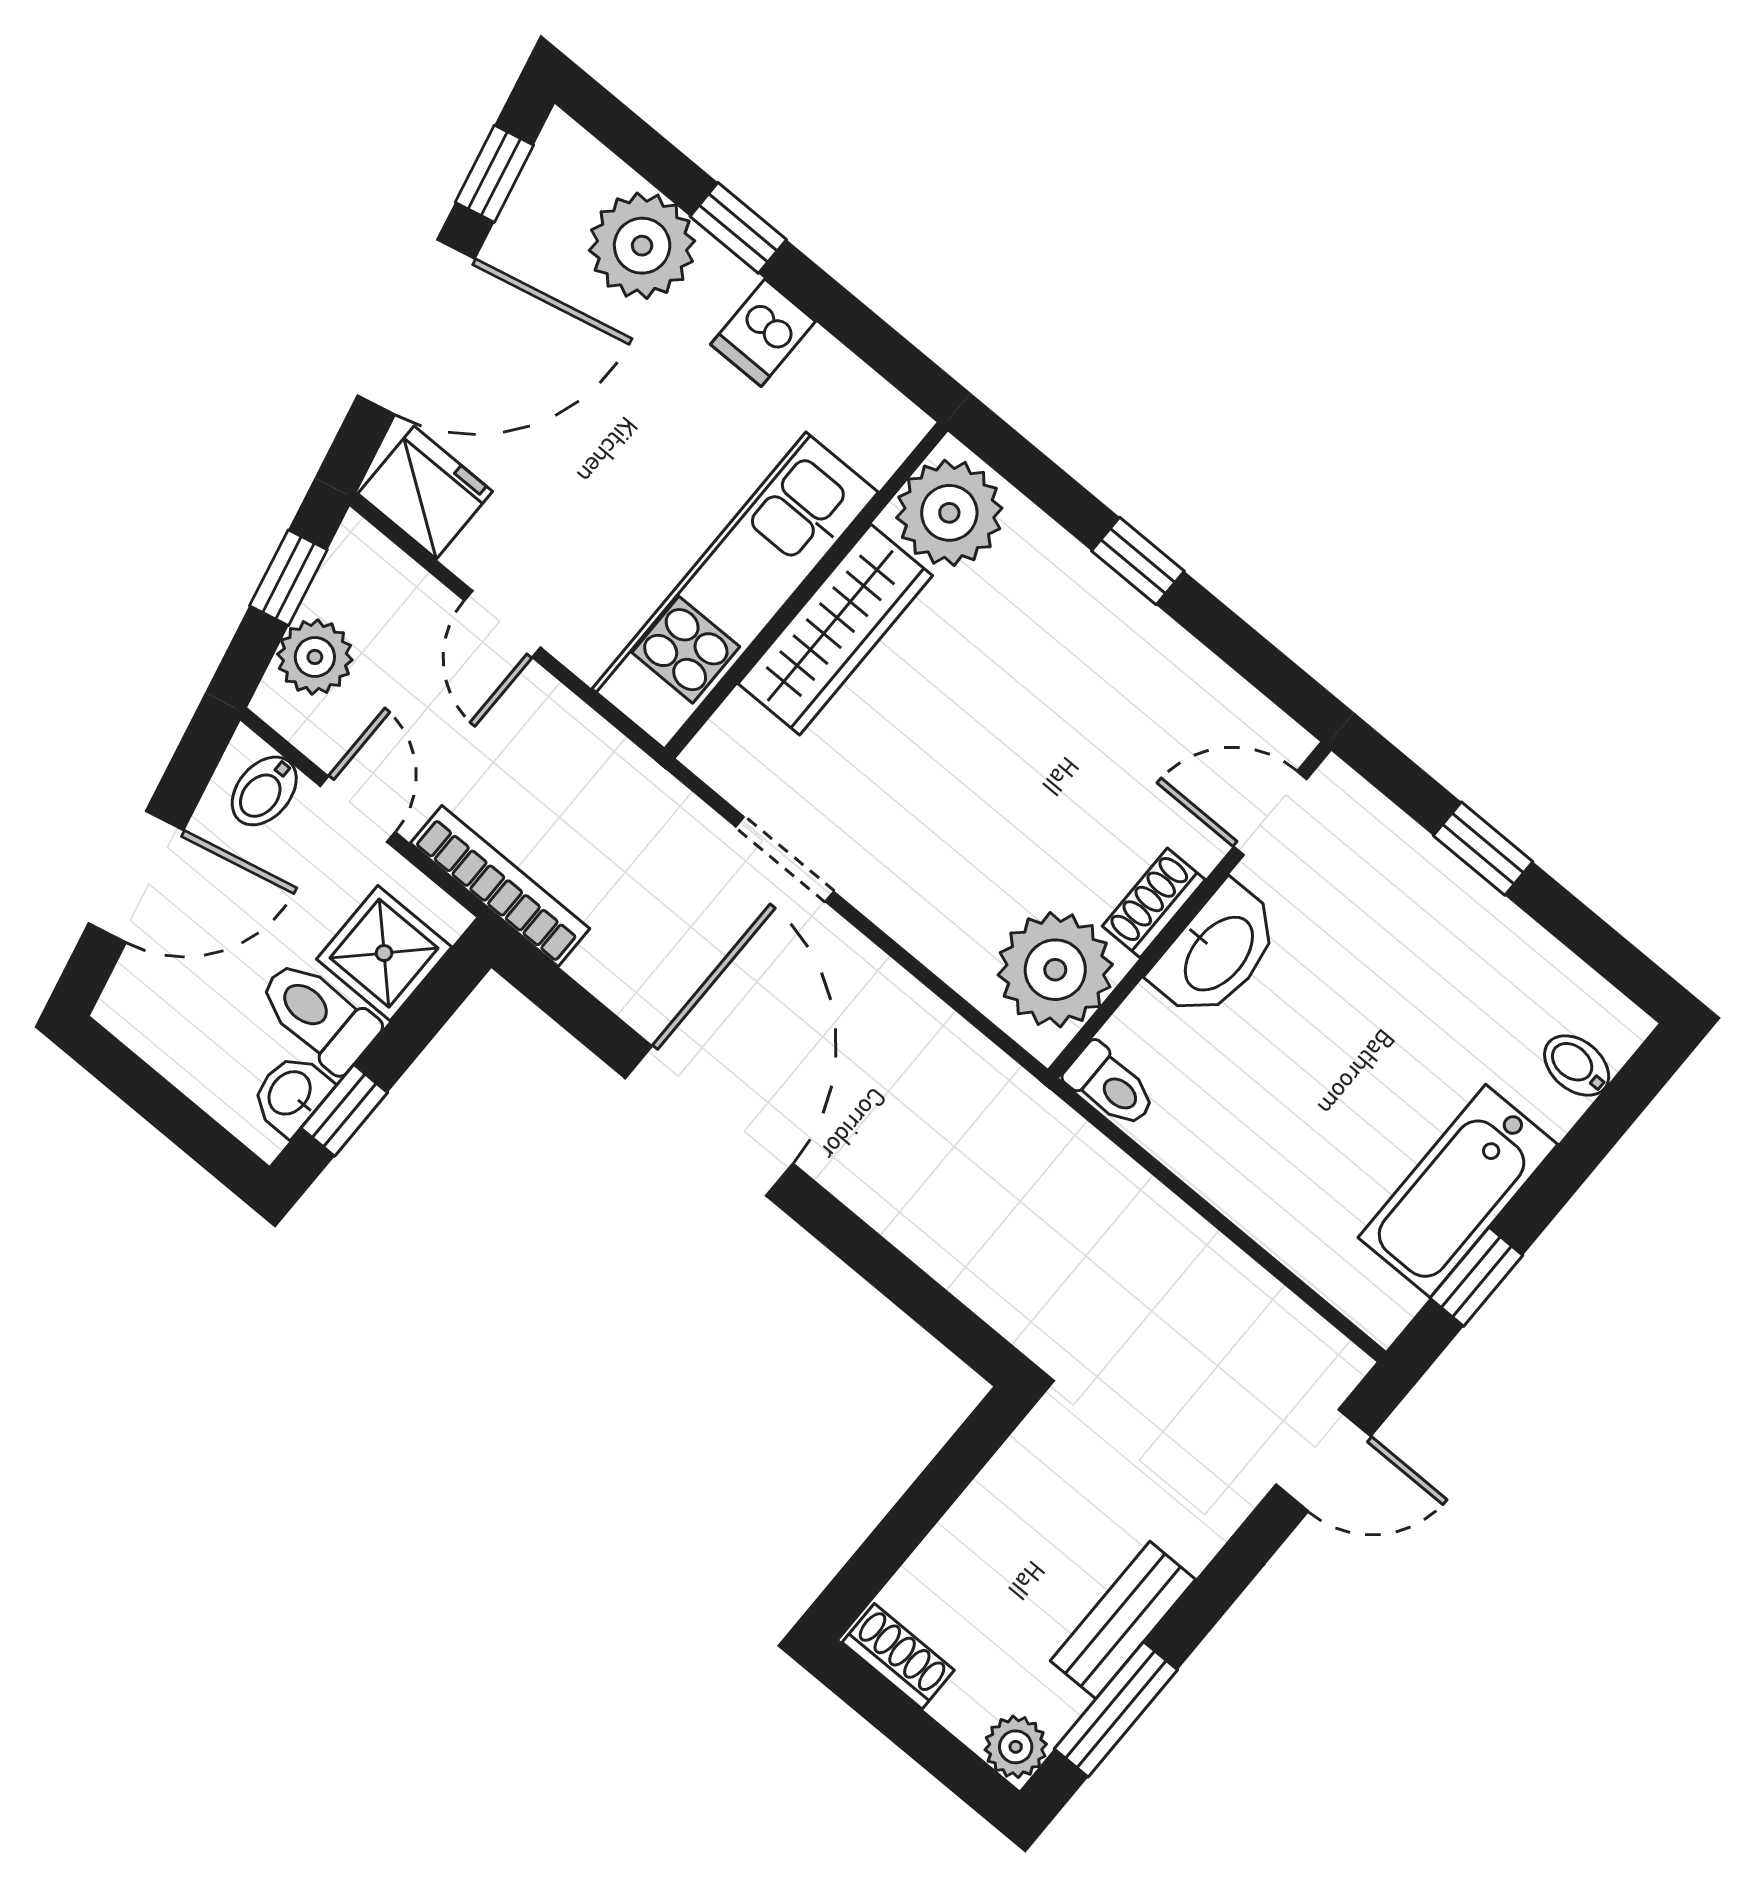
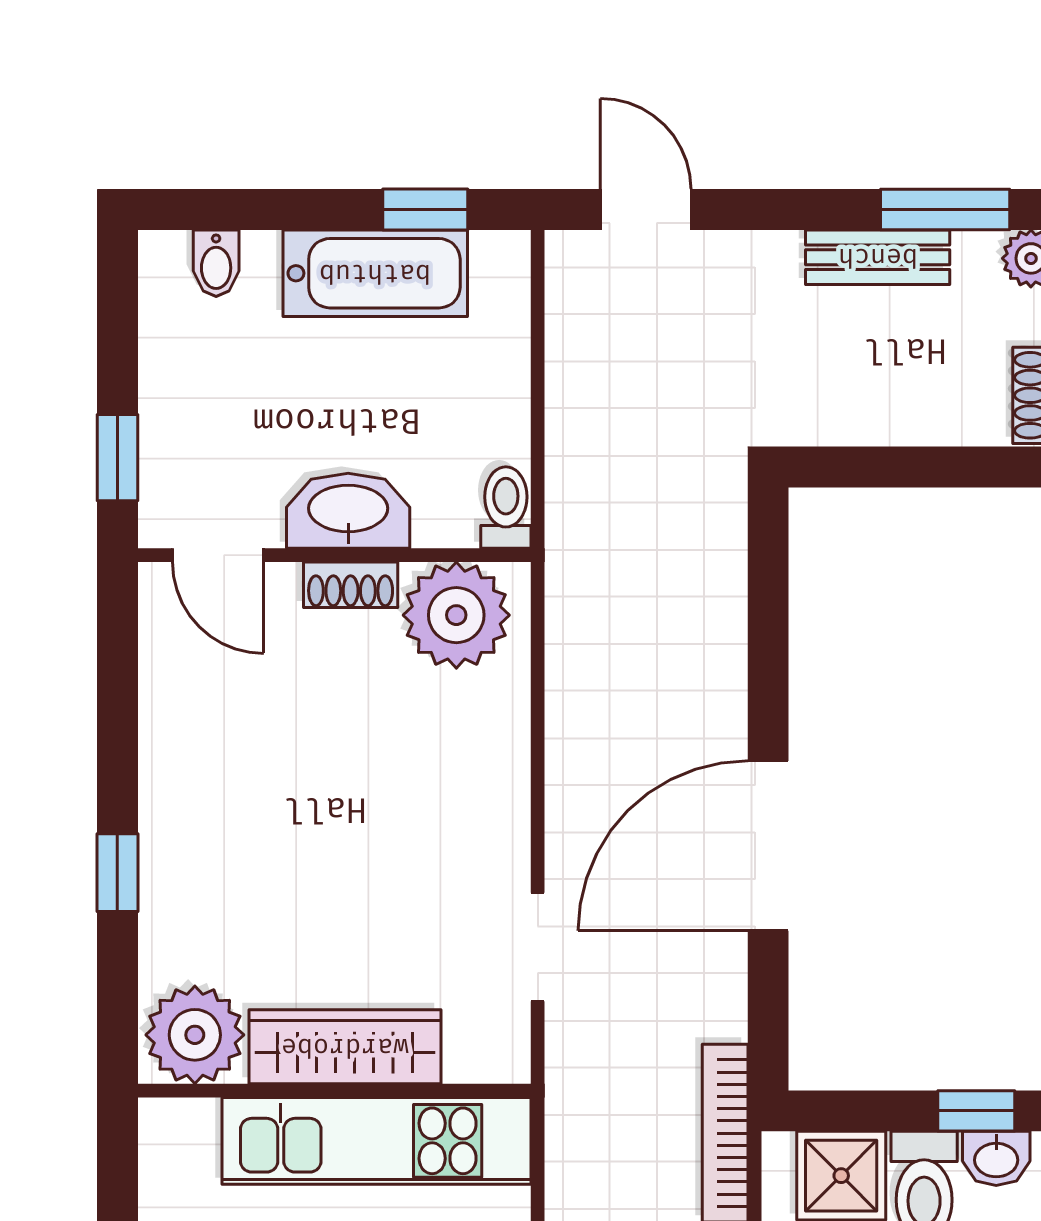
door: (1270, 813) -> (218, 555), moved
shoe rack: (1154, 903) -> (351, 585), moved
wall: (1190, 910) -> (334, 555), moved
washbasin: (1217, 952) -> (348, 511), moved
plant: (1055, 970) -> (456, 615), moved
toilet: (1110, 1086) -> (506, 508), moved

